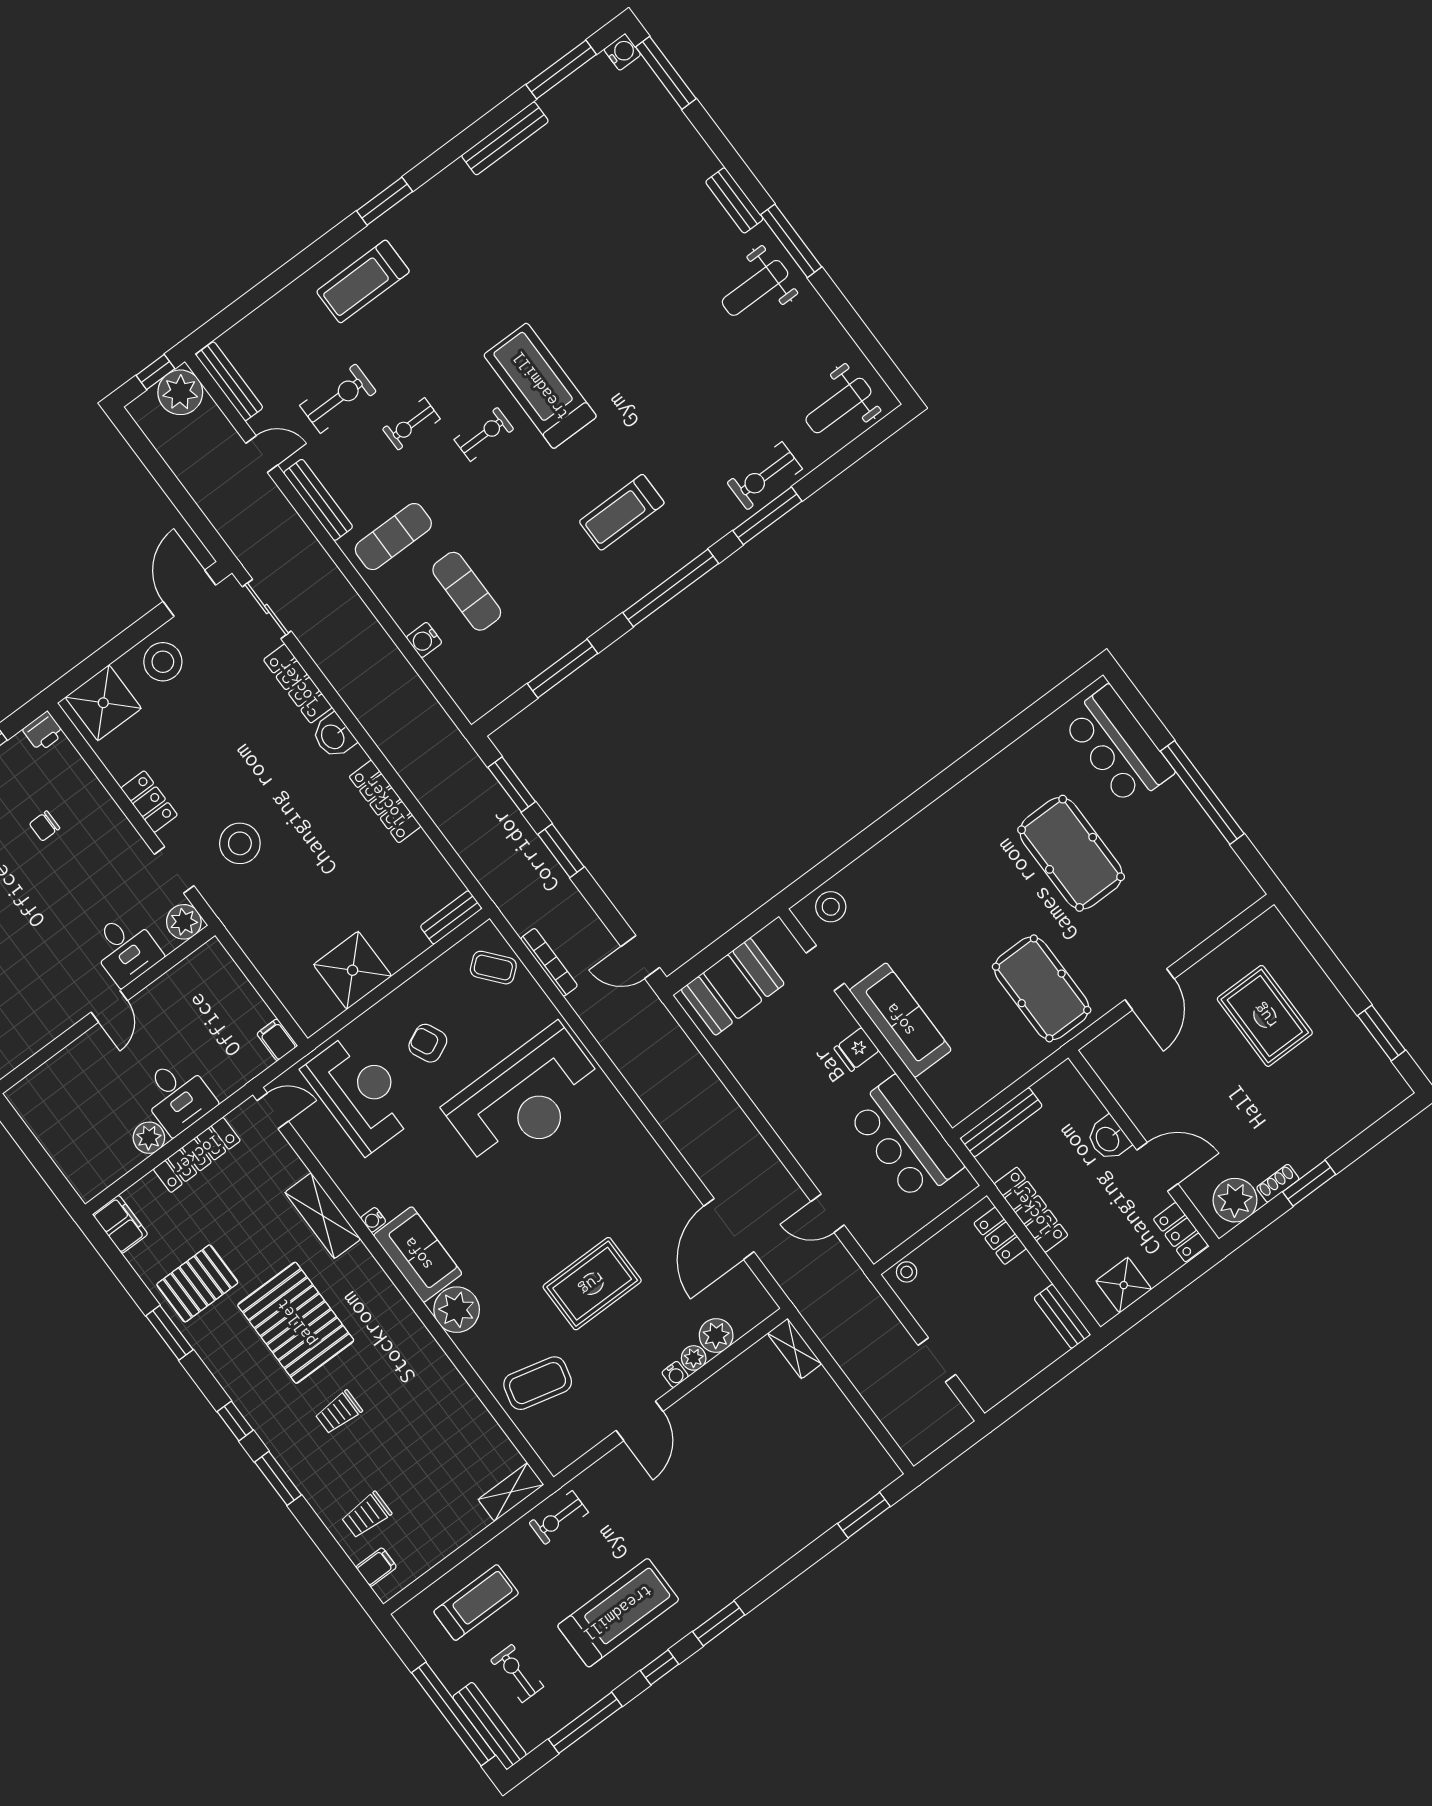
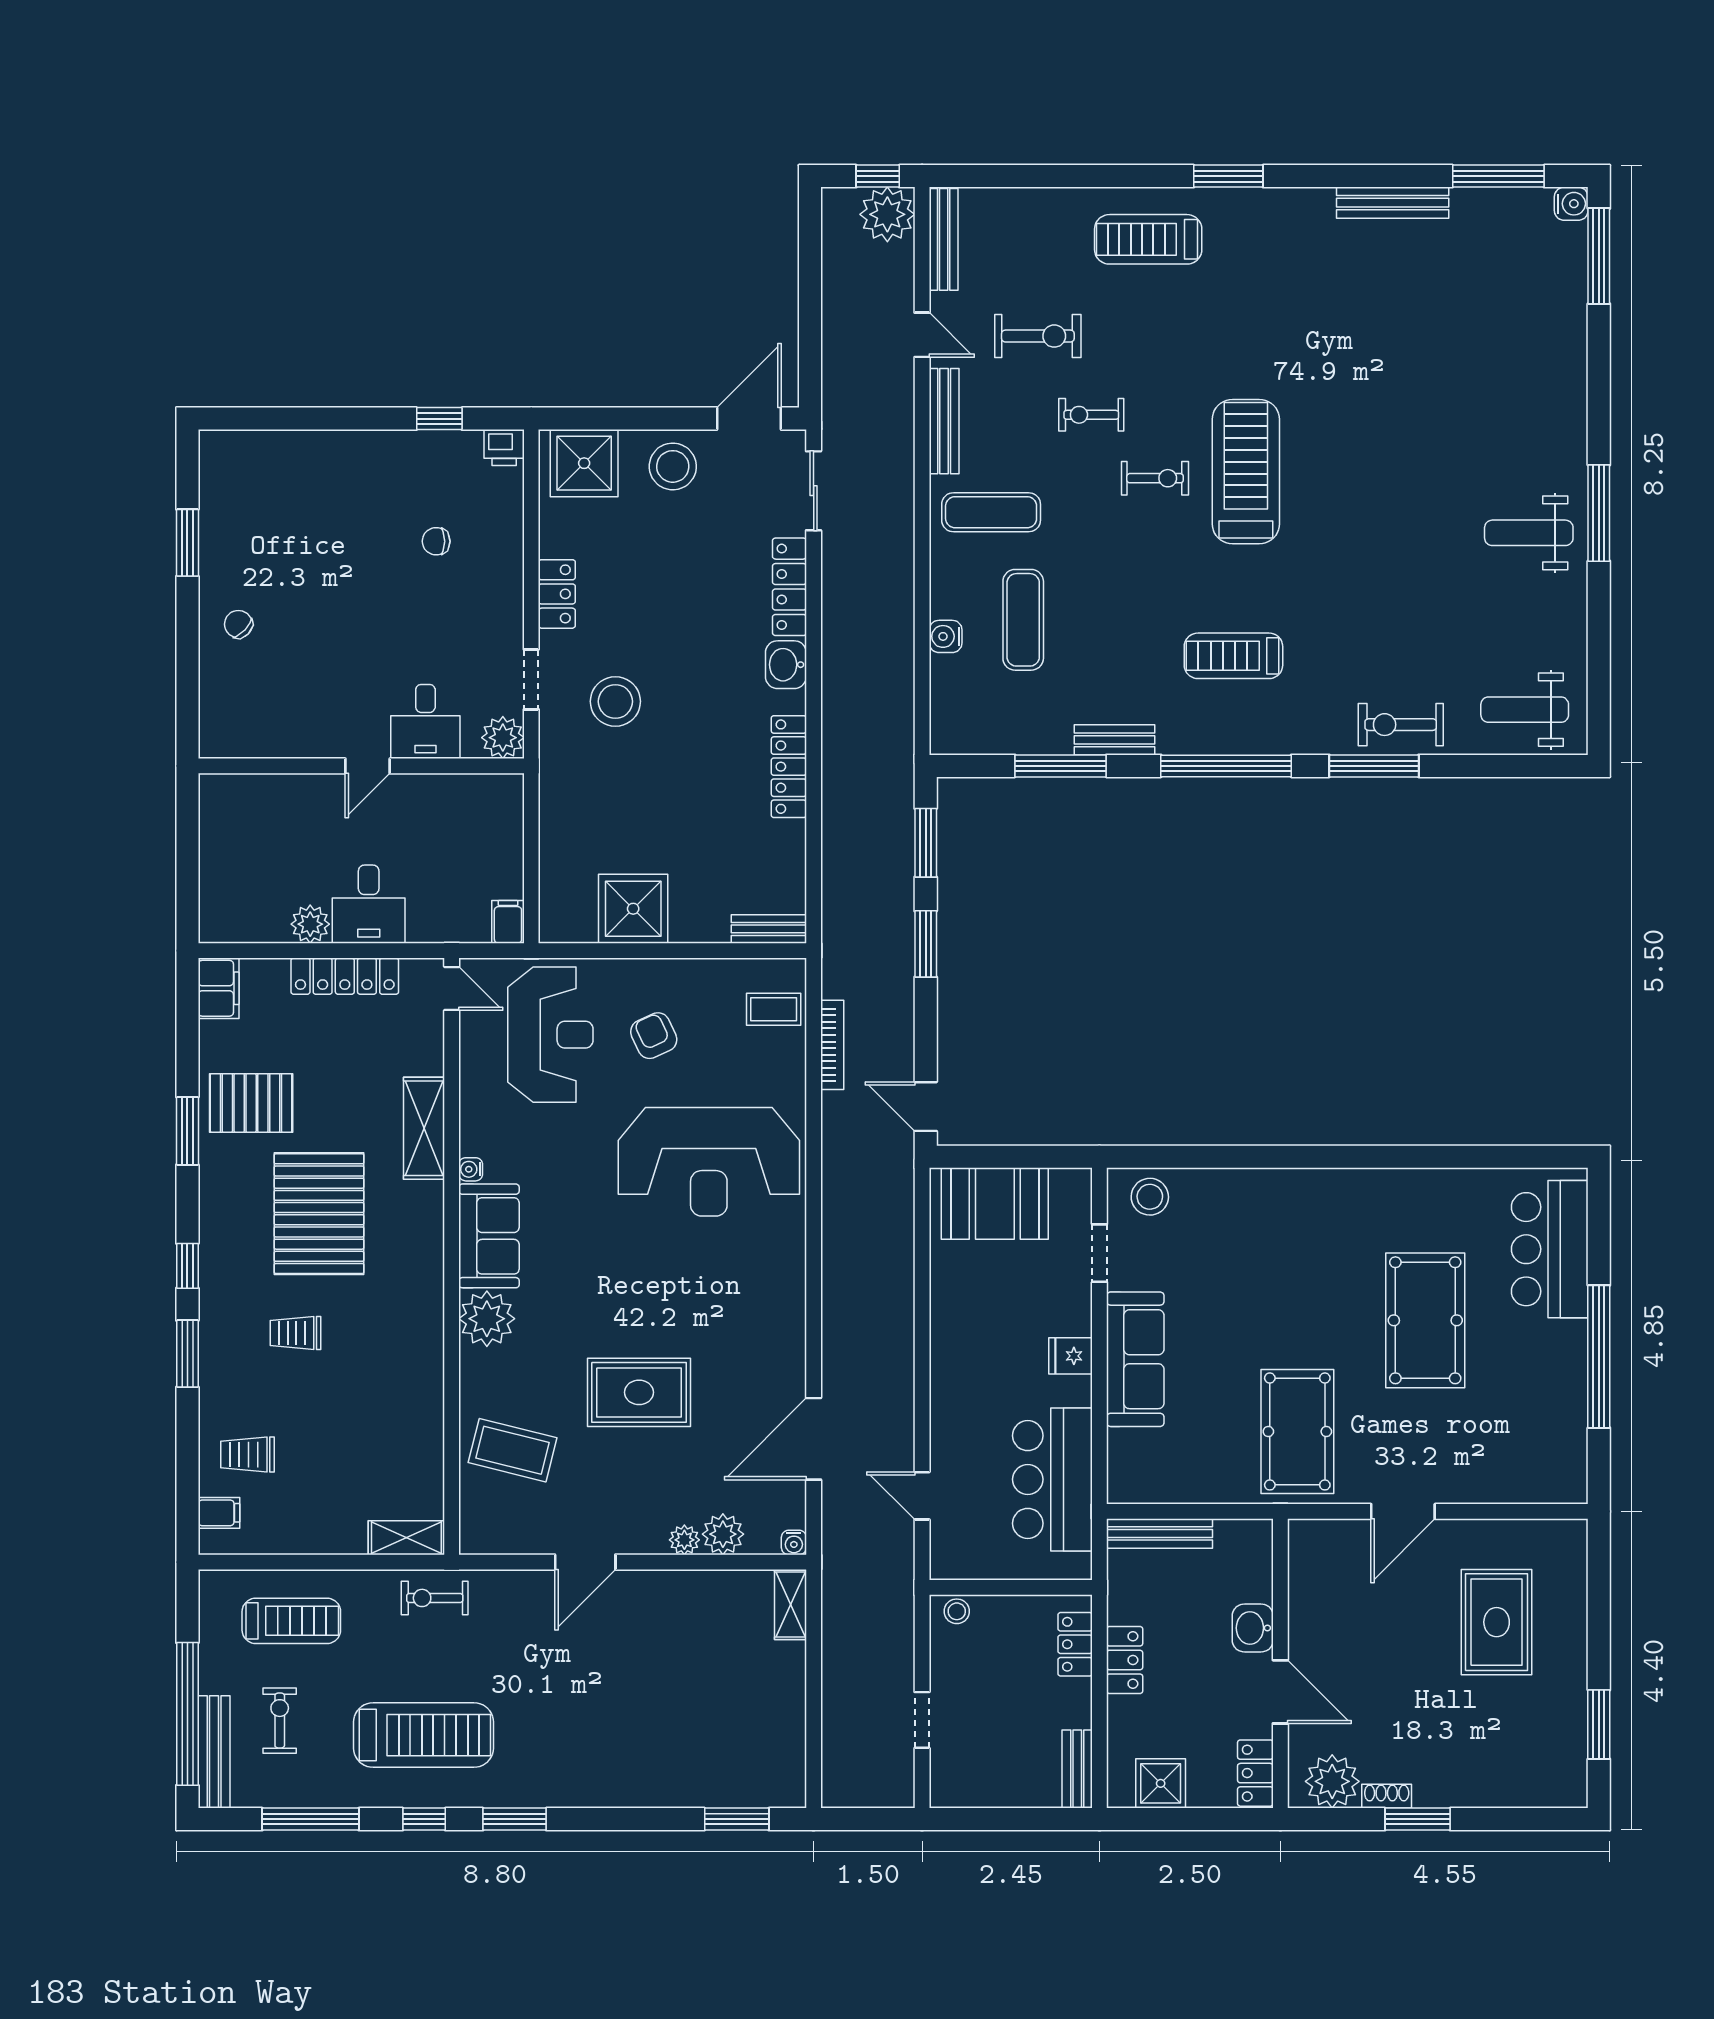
bench: (734, 200) -> (1115, 740), moved, turned 90
coffee table: (493, 968) -> (774, 1009), turned -50
locker: (1031, 1210) -> (1125, 1660), width x0.66
water cooler: (675, 1374) -> (794, 1542), moved

